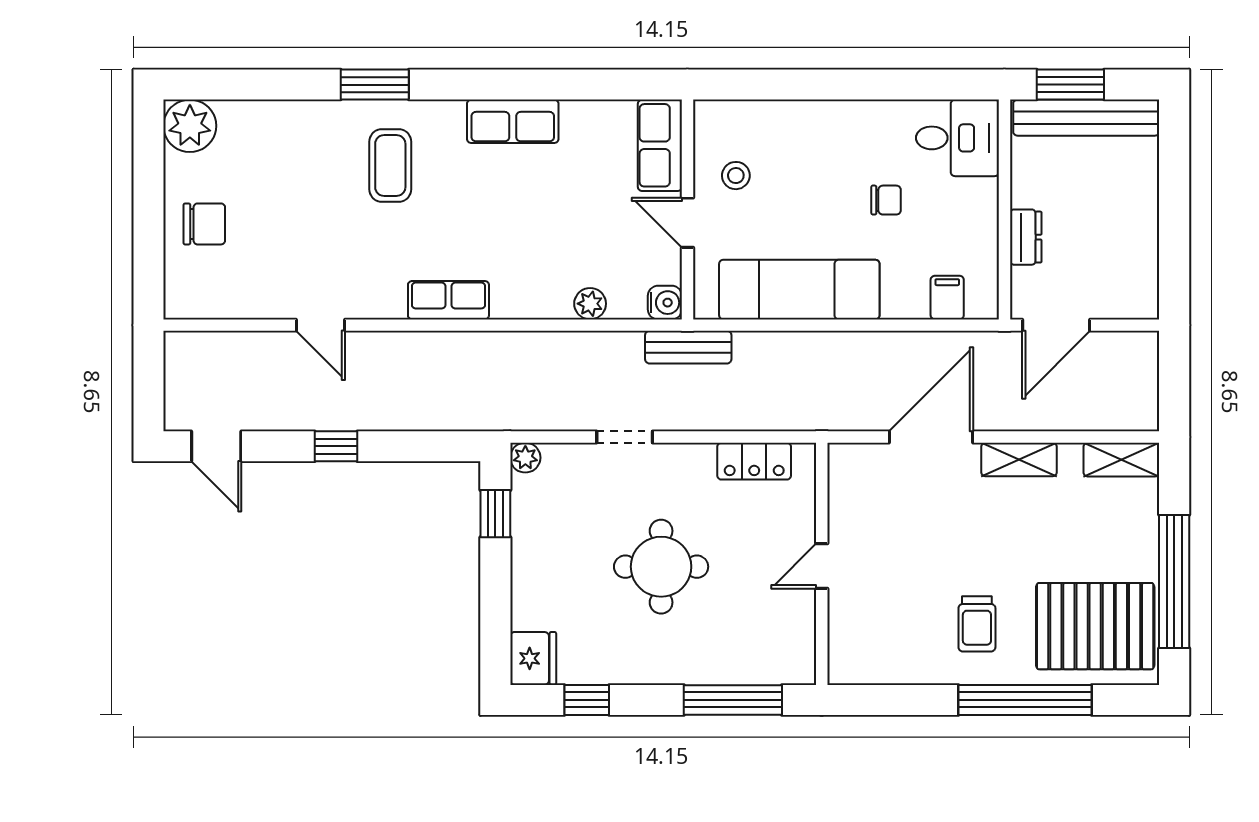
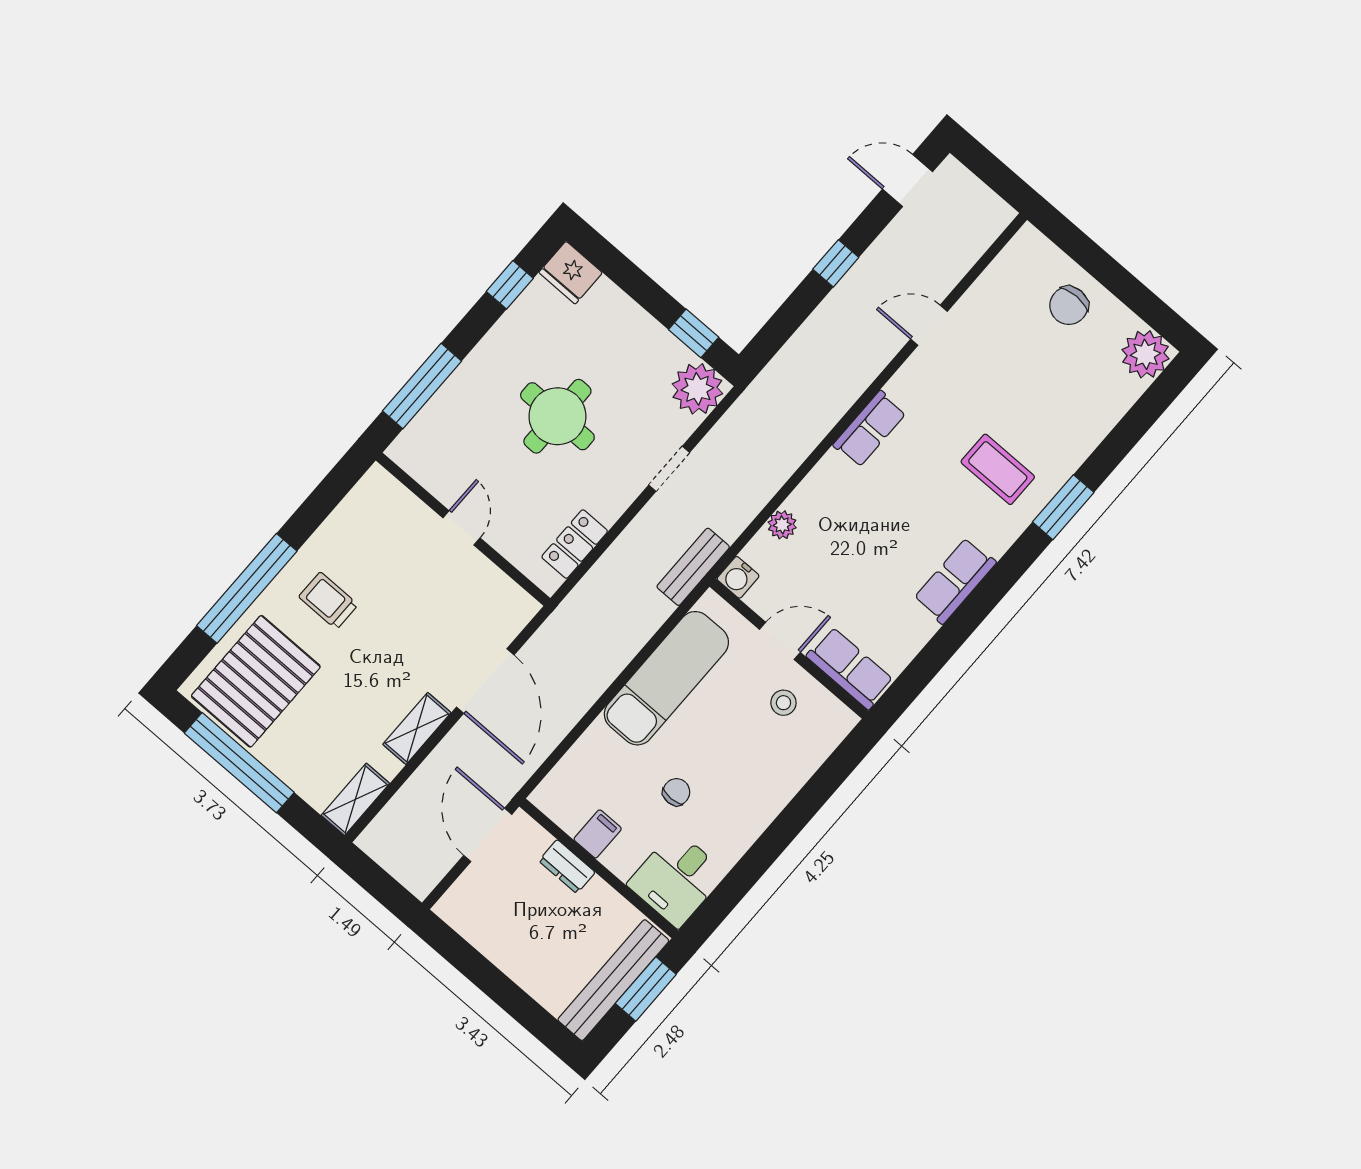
chair: (886, 200) -> (676, 792), turned 180
filing cabinet: (947, 298) -> (598, 834), moved, turned -90
plant: (525, 458) -> (697, 389), width x1.87, depth x1.87

